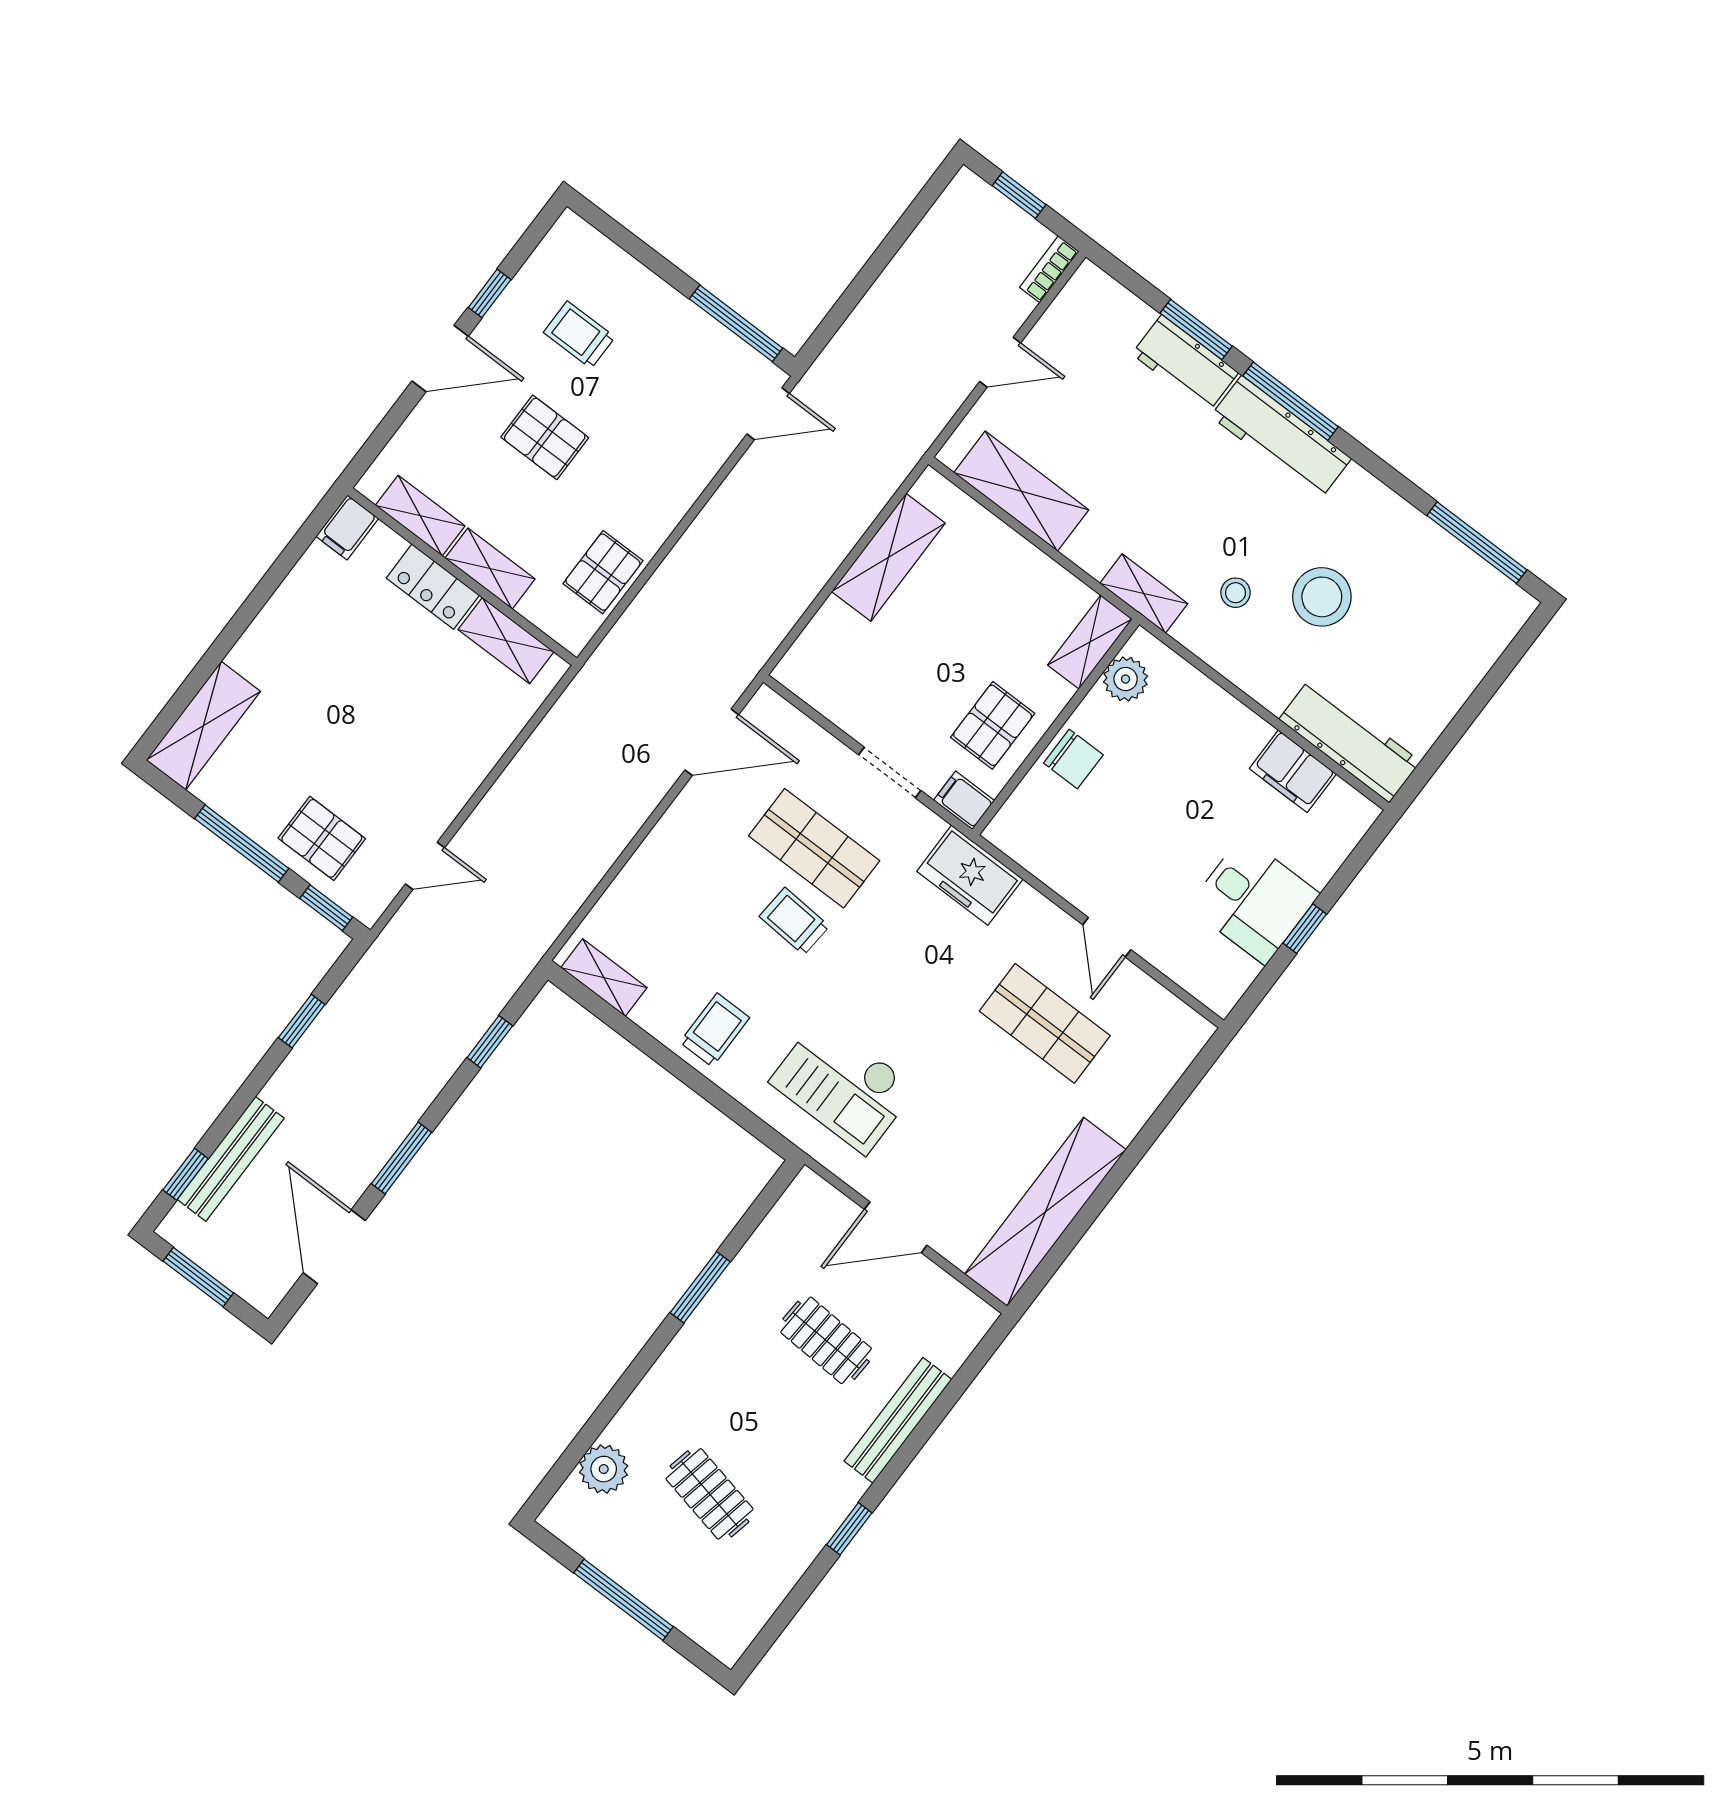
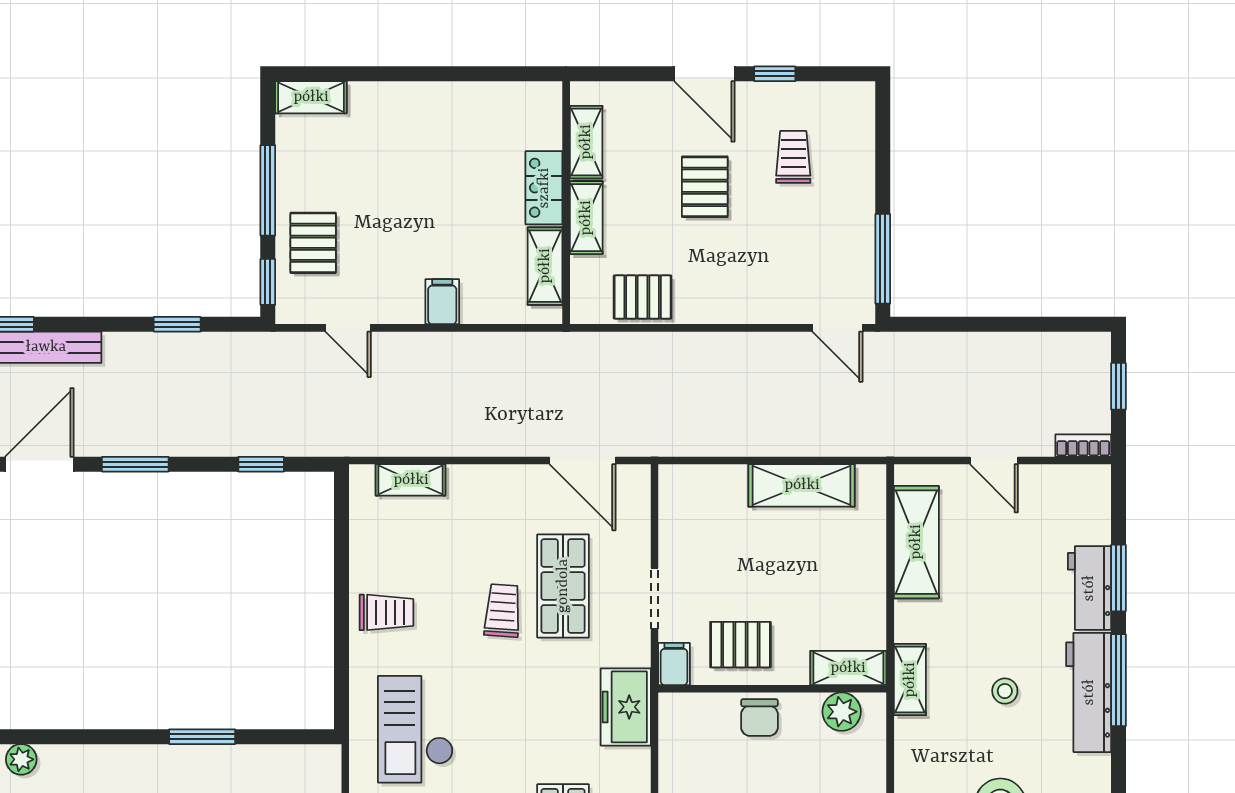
filing cabinet: (347, 527) -> (442, 302), moved, turned 90
stool: (1236, 593) -> (1005, 691), moved
shelving: (203, 726) -> (311, 97), width x0.67, depth x0.75
shelving: (604, 978) -> (411, 480), moved, turned 90
plant: (604, 1469) -> (21, 759), width x0.73, depth x0.73

